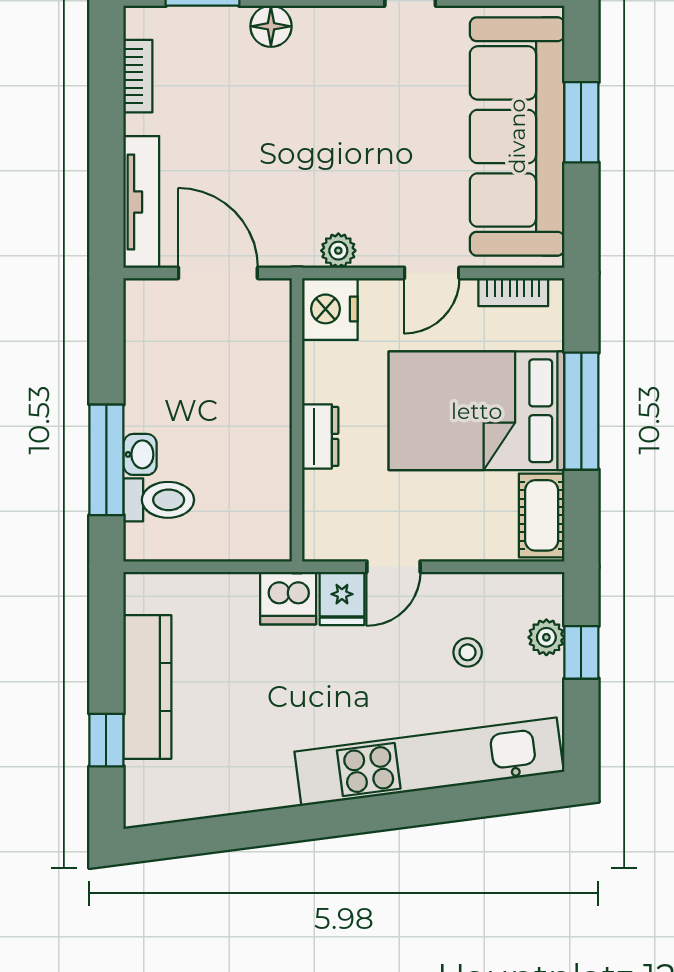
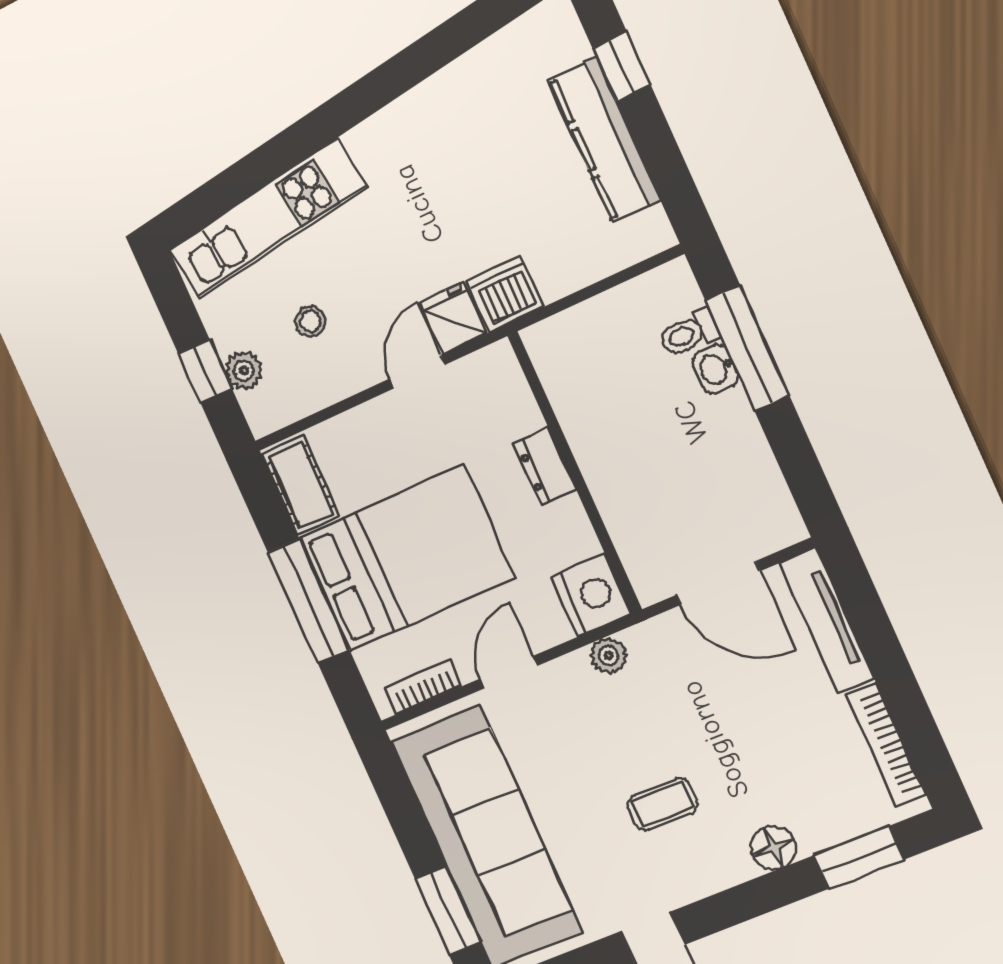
bookcase: (138, 76) -> (886, 745), width x1.56
coffee table: (349, 102) -> (663, 805), added
window: (581, 122) -> (448, 911), moved
toilet: (159, 500) -> (689, 333), width x0.73, depth x0.72
kitchen unit: (429, 762) -> (268, 219), width x0.73

